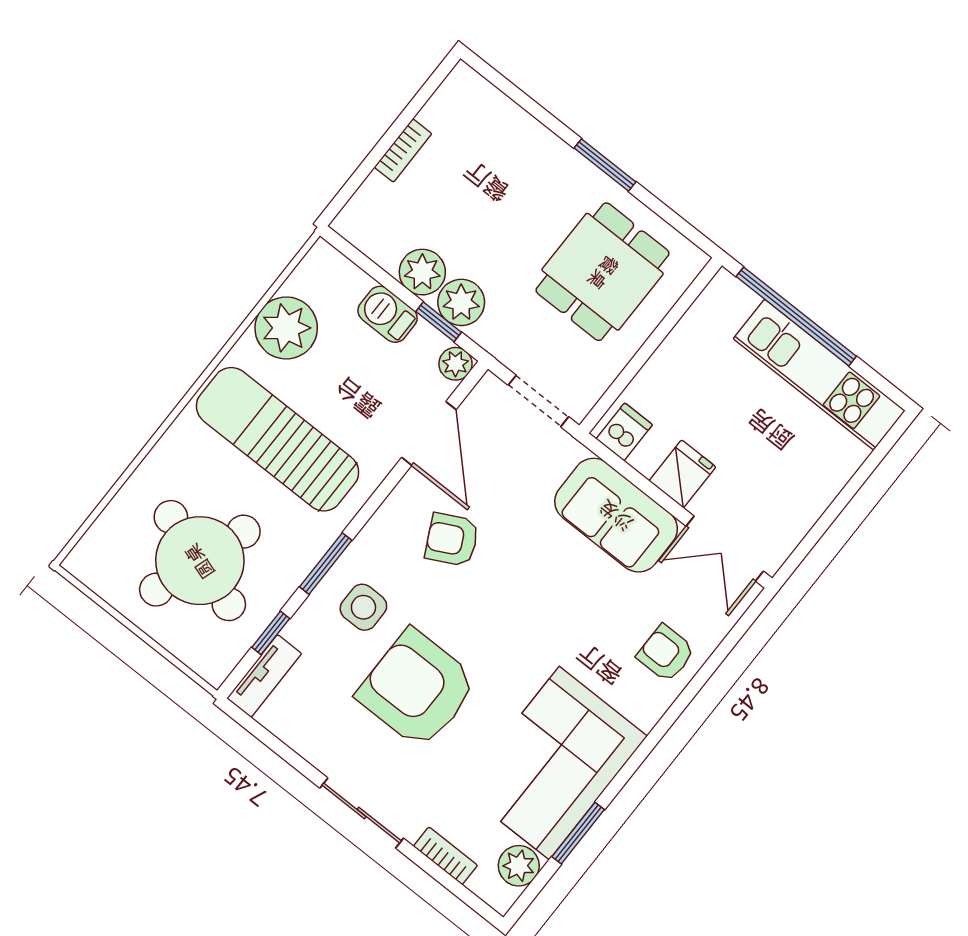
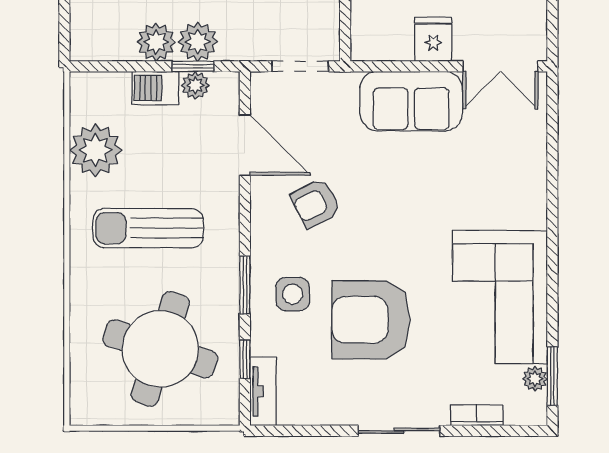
plant: (455, 364) -> (195, 85), moved
dishwasher: (624, 432) -> (373, 42), removed
sun lounger: (278, 439) -> (148, 228), width x0.73, depth x0.75
armchair: (666, 653) -> (516, 166), removed
window: (578, 833) -> (552, 376), moved
plant: (519, 866) -> (535, 379), width x0.73, depth x0.73

